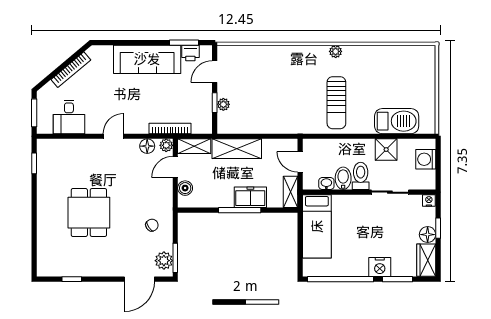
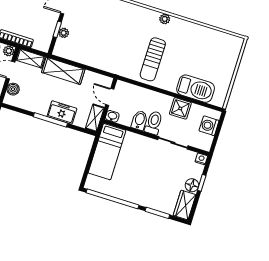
washbasin: (326, 183) -> (112, 116), moved
nightstand: (380, 267) -> (146, 199), removed

